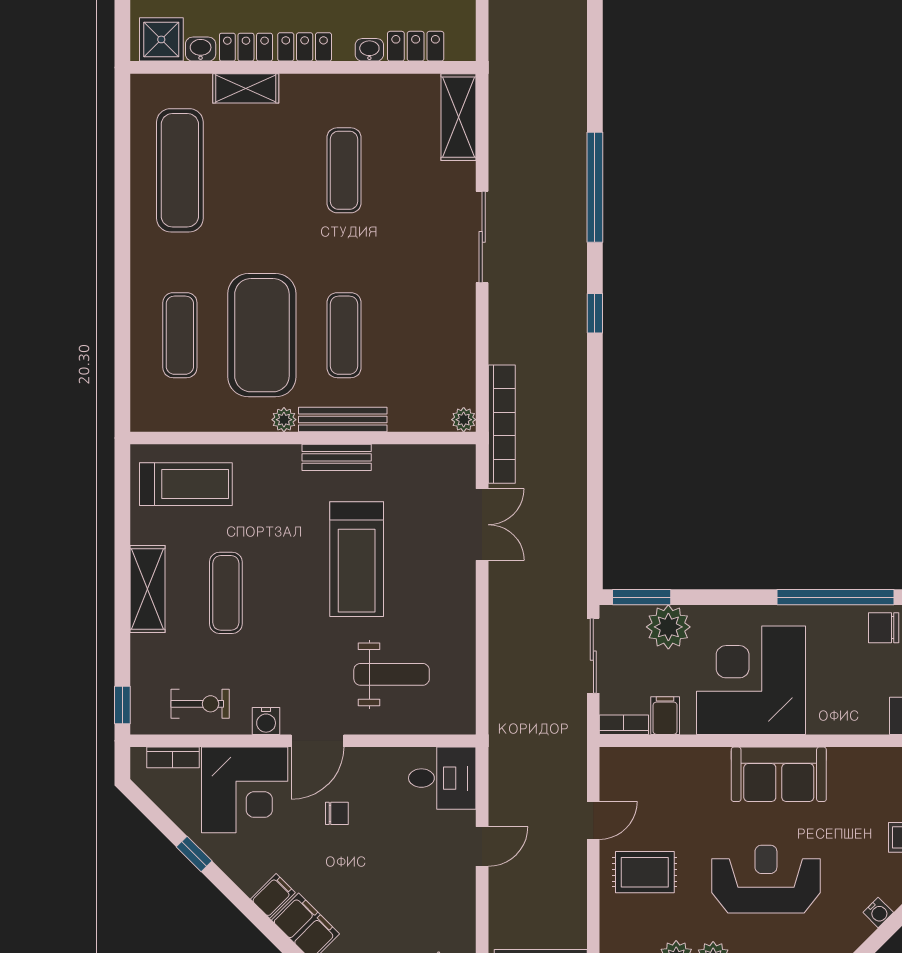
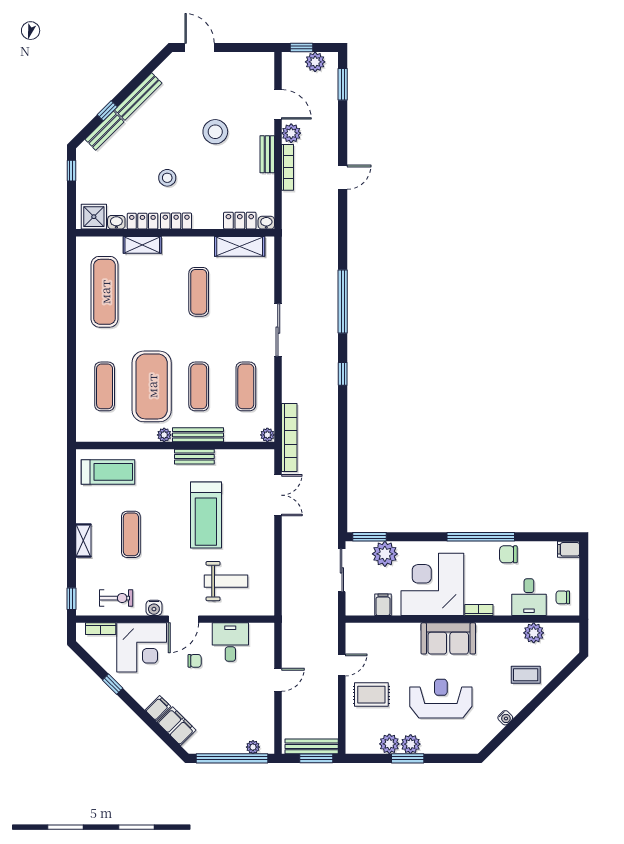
washbasin: (369, 50) -> (266, 223), moved
shelving: (459, 117) -> (240, 246), moved, turned 90
exercise mat: (426, 335) -> (246, 386), added
shelving: (147, 589) -> (83, 540), width x0.67, depth x0.75
bookcase: (624, 725) -> (479, 610), moved
desk: (442, 778) -> (230, 642), moved, turned -90

